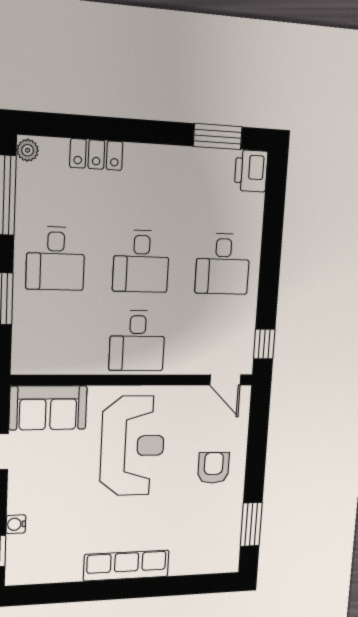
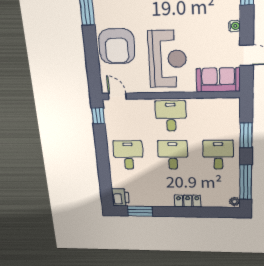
locker: (96, 154) -> (188, 201), moved
reception desk: (133, 446) -> (168, 59), turned 180
armchair: (213, 468) -> (117, 46), width x1.88, depth x1.88
water cooler: (16, 524) -> (234, 26), moved

